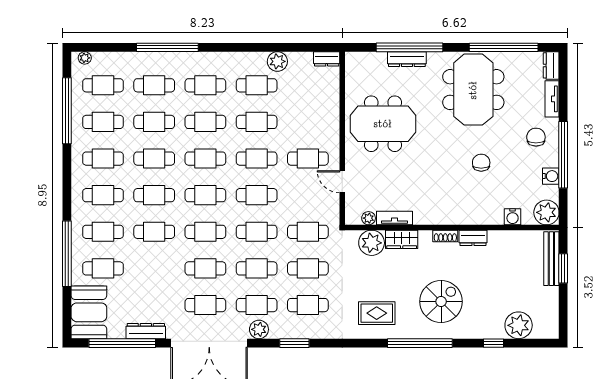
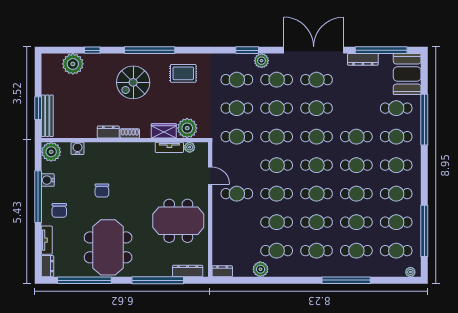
dresser: (407, 59) -> (188, 271), moved
plant: (259, 329) -> (262, 61), moved

